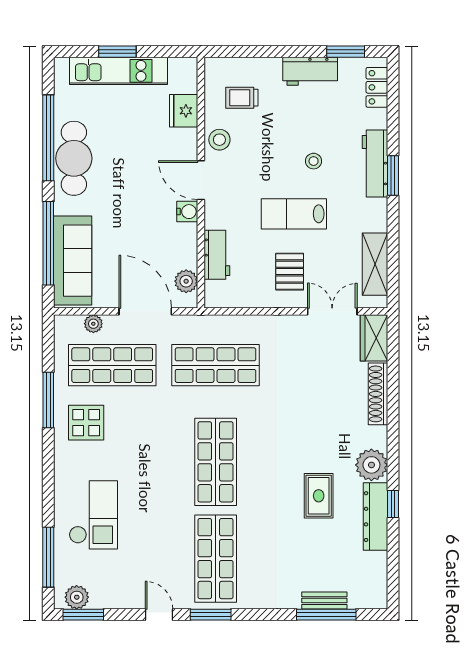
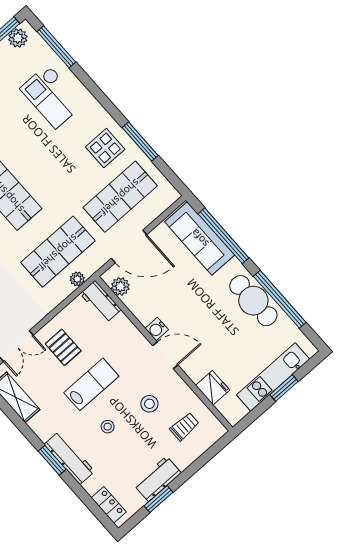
window: (346, 52) -> (158, 499), moved
stool: (219, 140) -> (149, 404), moved
workbench: (217, 255) -> (101, 302), moved
plant: (93, 324) -> (77, 279), moved

